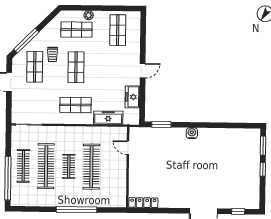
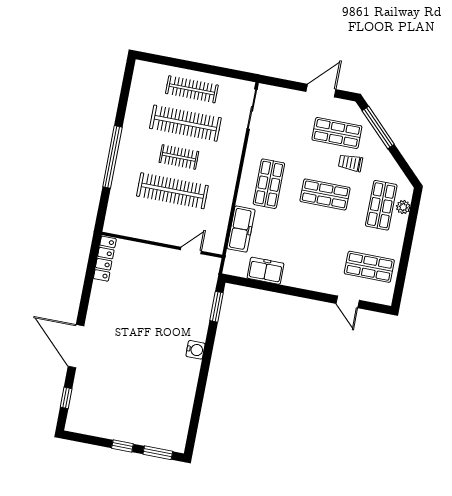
plant: (89, 15) -> (403, 207), moved
door: (143, 71) -> (348, 302), moved
window: (8, 178) -> (178, 63), removed

